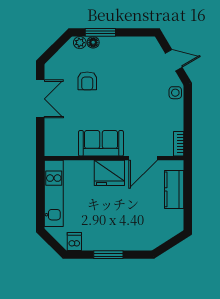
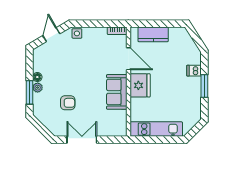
floor lamp: (93, 42) -> (37, 77), moved
plant: (80, 43) -> (38, 88), moved
dishwasher: (74, 241) -> (194, 71), moved

